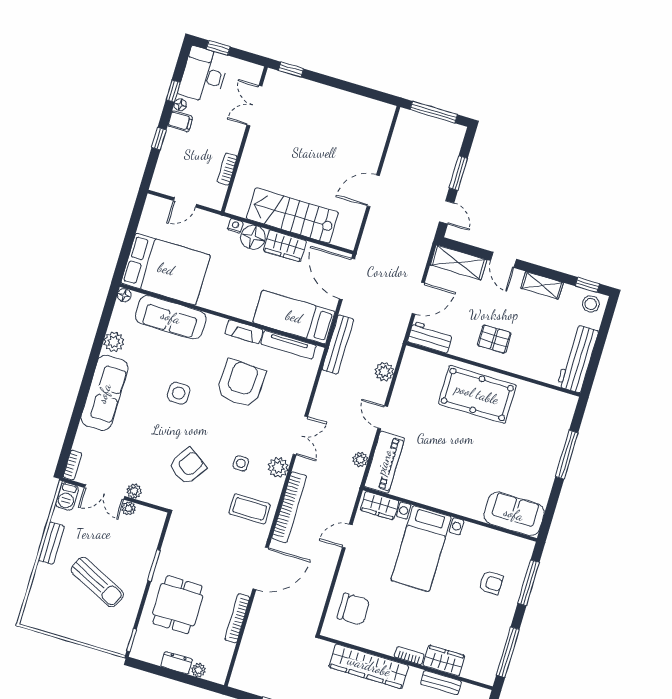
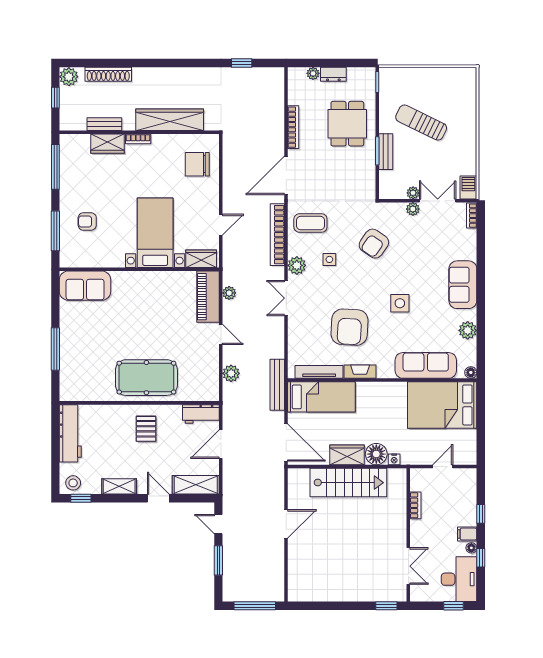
pallet: (494, 339) -> (146, 429), turned 90
sofa: (104, 393) -> (463, 285), width x0.73
bench: (51, 543) -> (386, 152), moved

